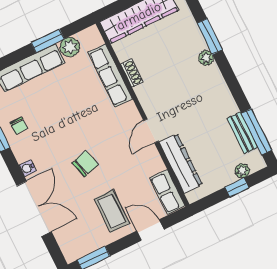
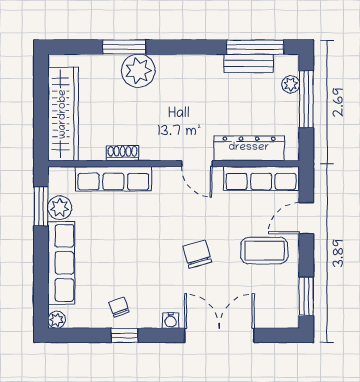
window: (48, 41) -> (41, 206), moved
plant: (206, 58) -> (138, 71), width x1.88, depth x1.88
chair: (19, 126) -> (119, 307), turned -110
window: (237, 188) -> (306, 99), width x2.17
row of seats: (167, 192) -> (261, 179), width x1.48

